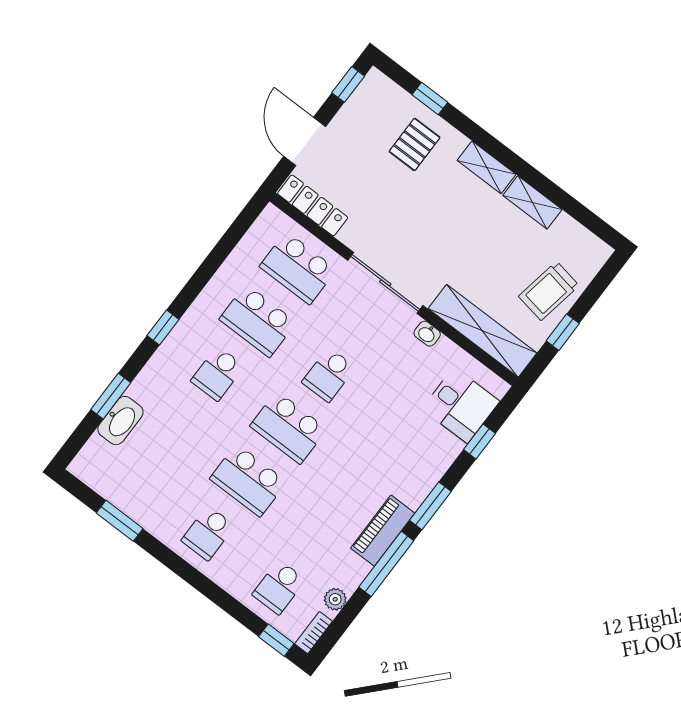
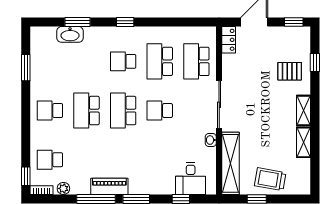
locker: (313, 205) -> (229, 40), width x0.66

